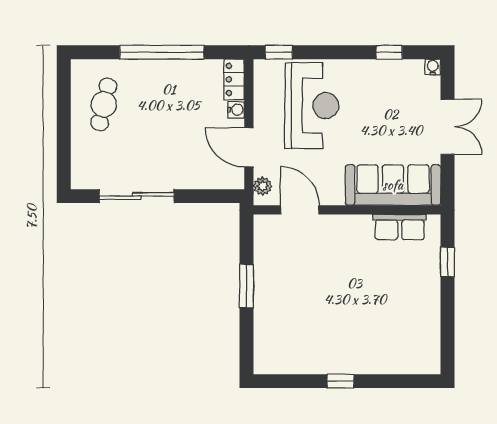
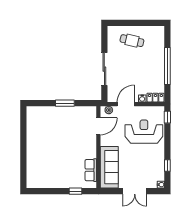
cafe table: (104, 104) -> (132, 41), moved
reception desk: (312, 106) -> (144, 132), turned 180
sliding door: (137, 196) -> (104, 69), moved
window: (341, 381) -> (23, 144), removed

